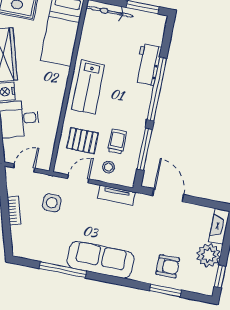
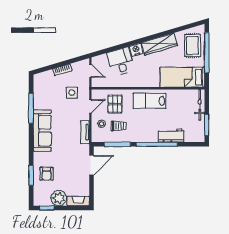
door: (78, 179) -> (90, 106), hinge flipped

